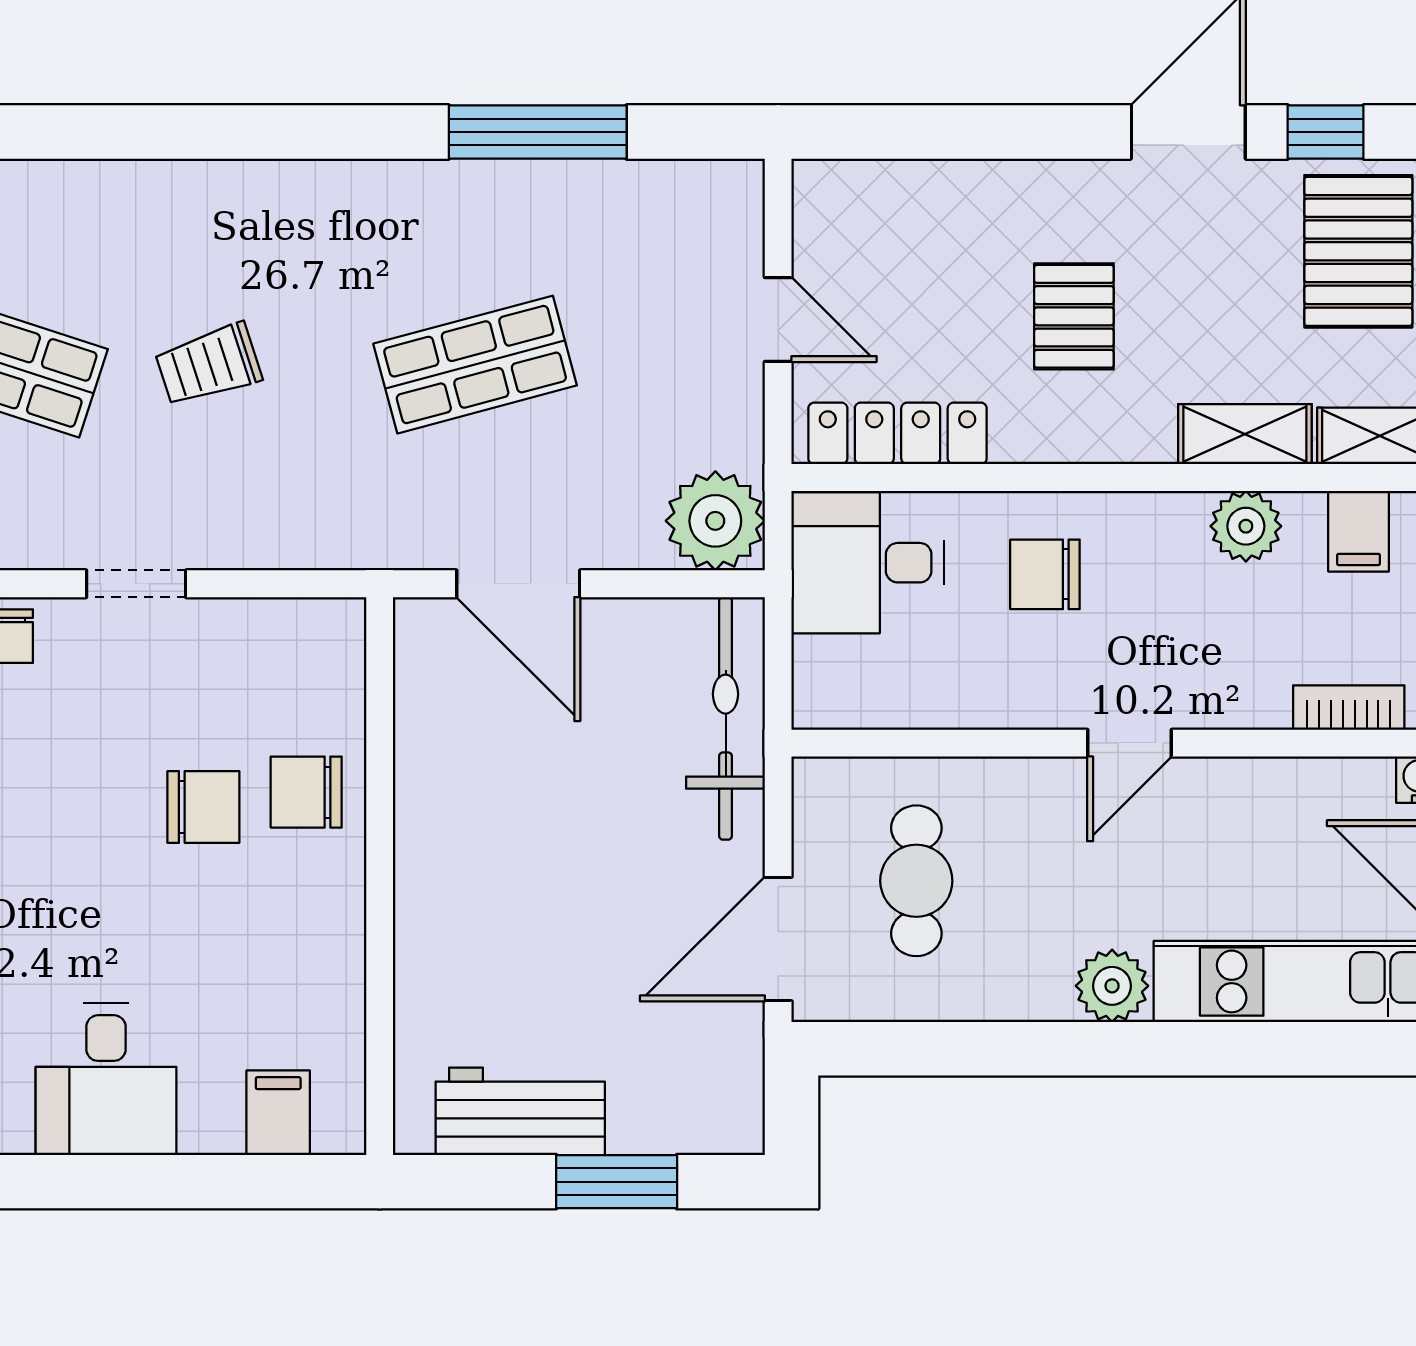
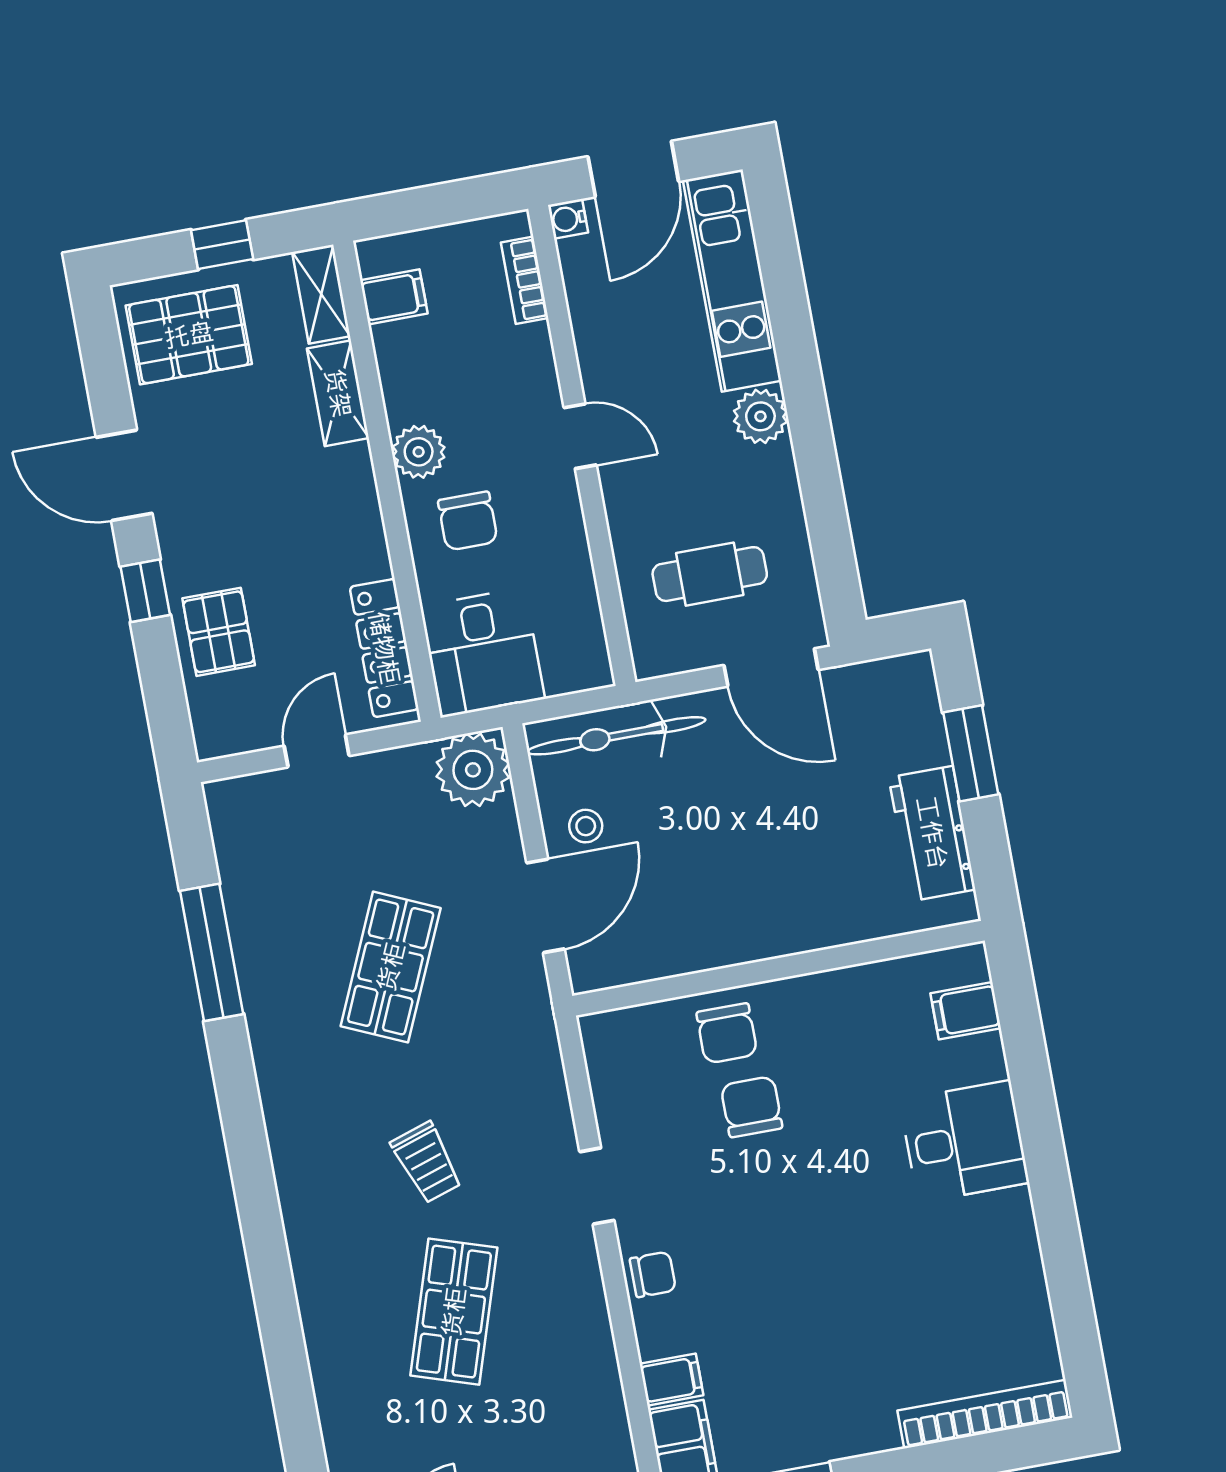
window: (1326, 132) -> (145, 591), moved
pallet: (1074, 316) -> (219, 632), moved, turned 90
shop shelf: (475, 365) -> (391, 967), turned 39
plant: (1246, 526) -> (419, 452), moved
stool: (614, 656) -> (586, 826), added

